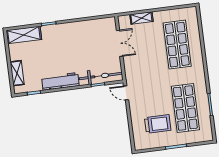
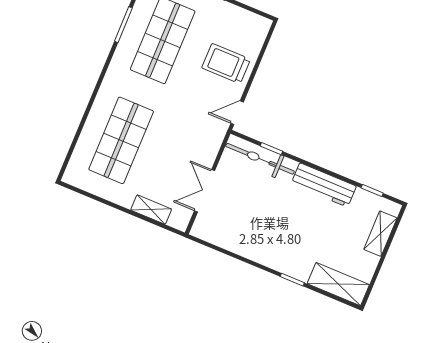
door: (126, 93) -> (237, 113), swing flipped
trolley: (158, 124) -> (226, 64), moved

